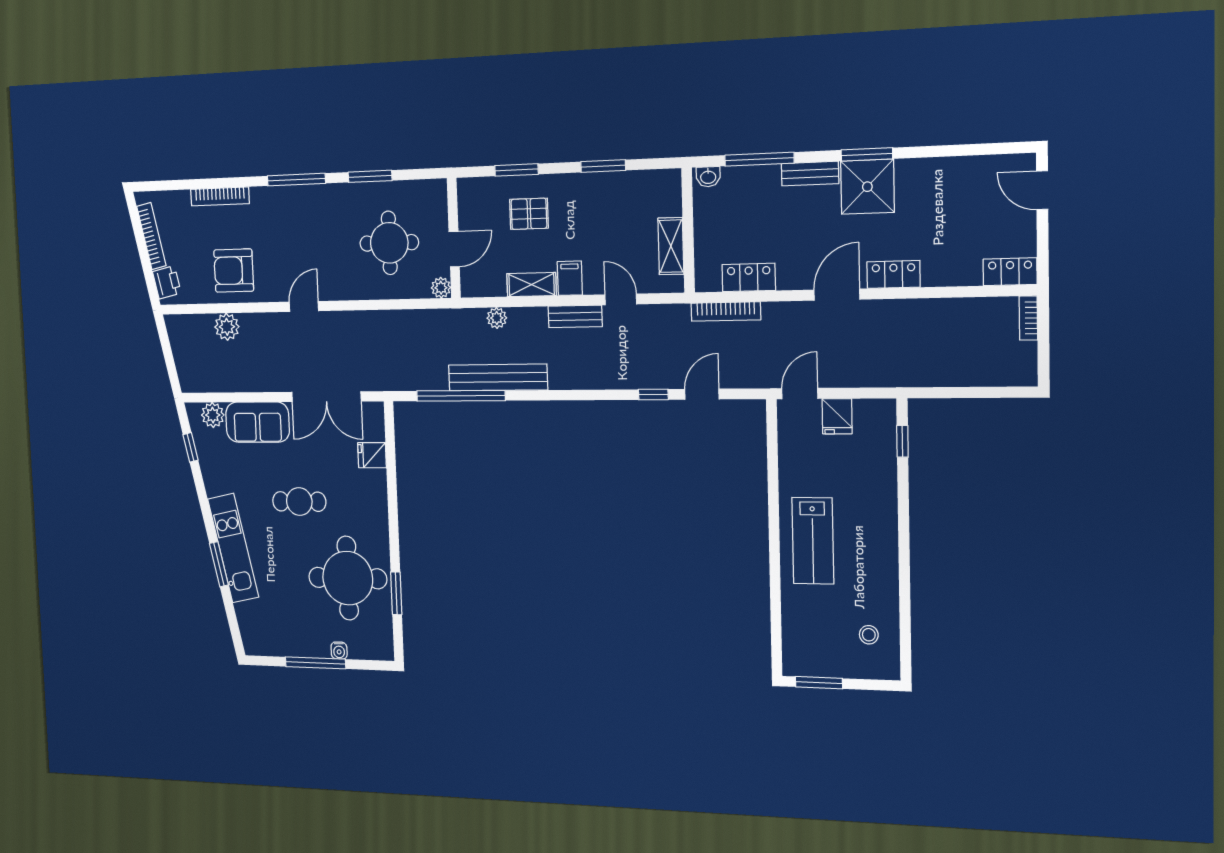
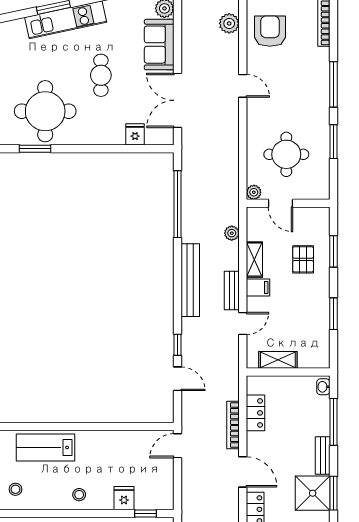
bookcase: (726, 312) -> (233, 425), moved
bench: (498, 377) -> (190, 280), moved
door: (800, 394) -> (177, 446), swing flipped
fridge: (837, 416) -> (124, 498), moved, turned 90
lab bench: (813, 541) -> (45, 447), moved
stool: (875, 541) -> (79, 495), added

